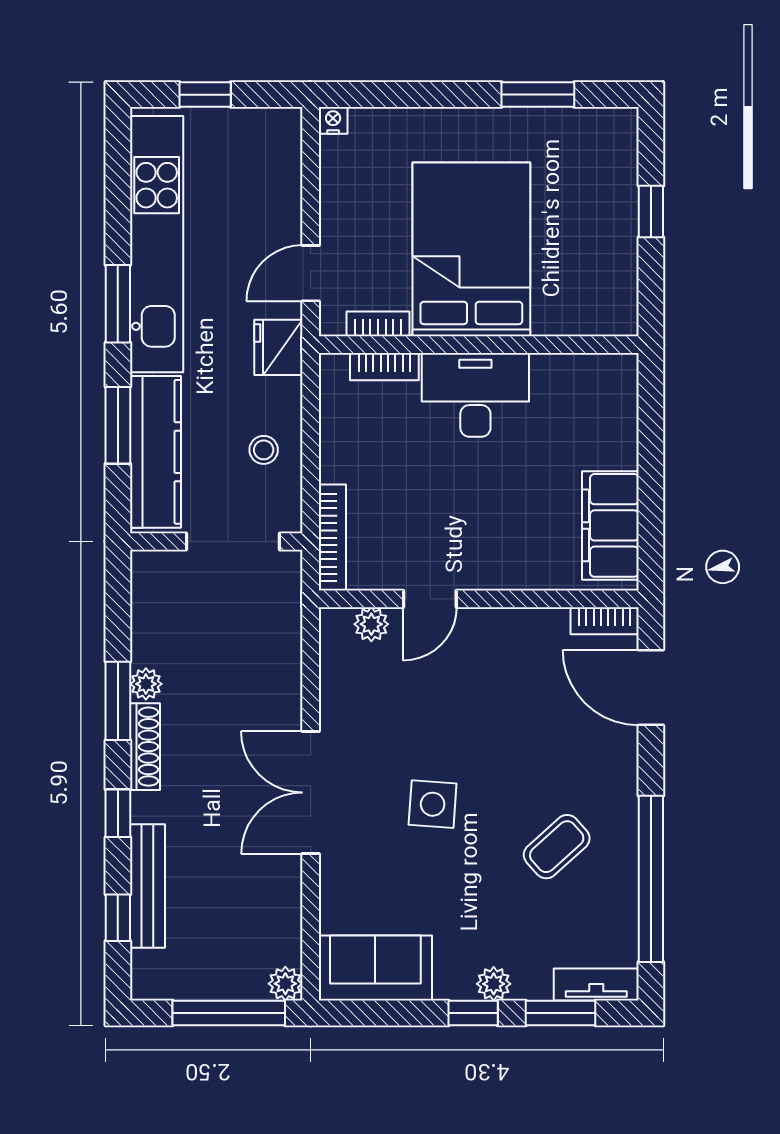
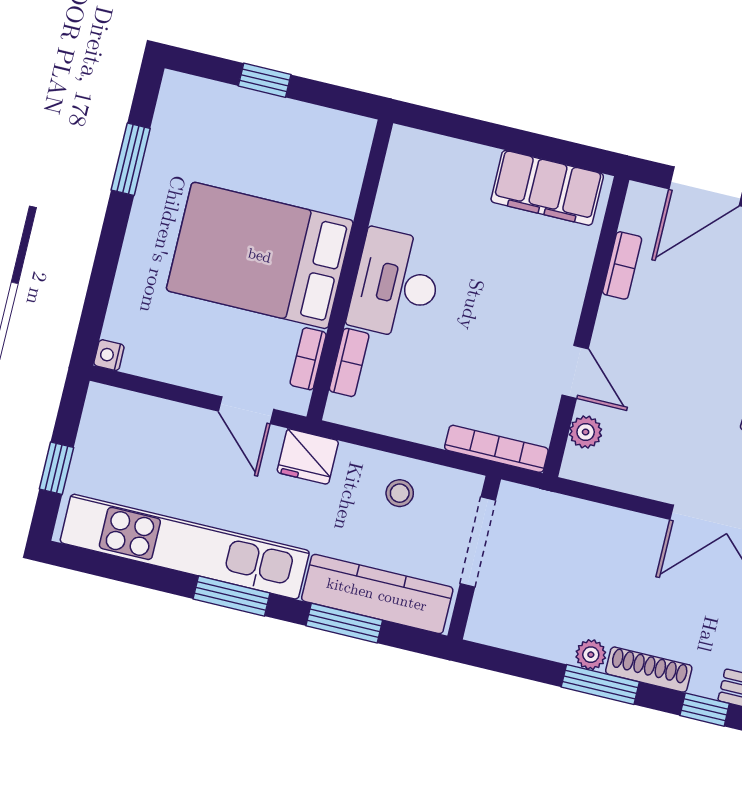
bookcase: (605, 621) -> (622, 265), moved

